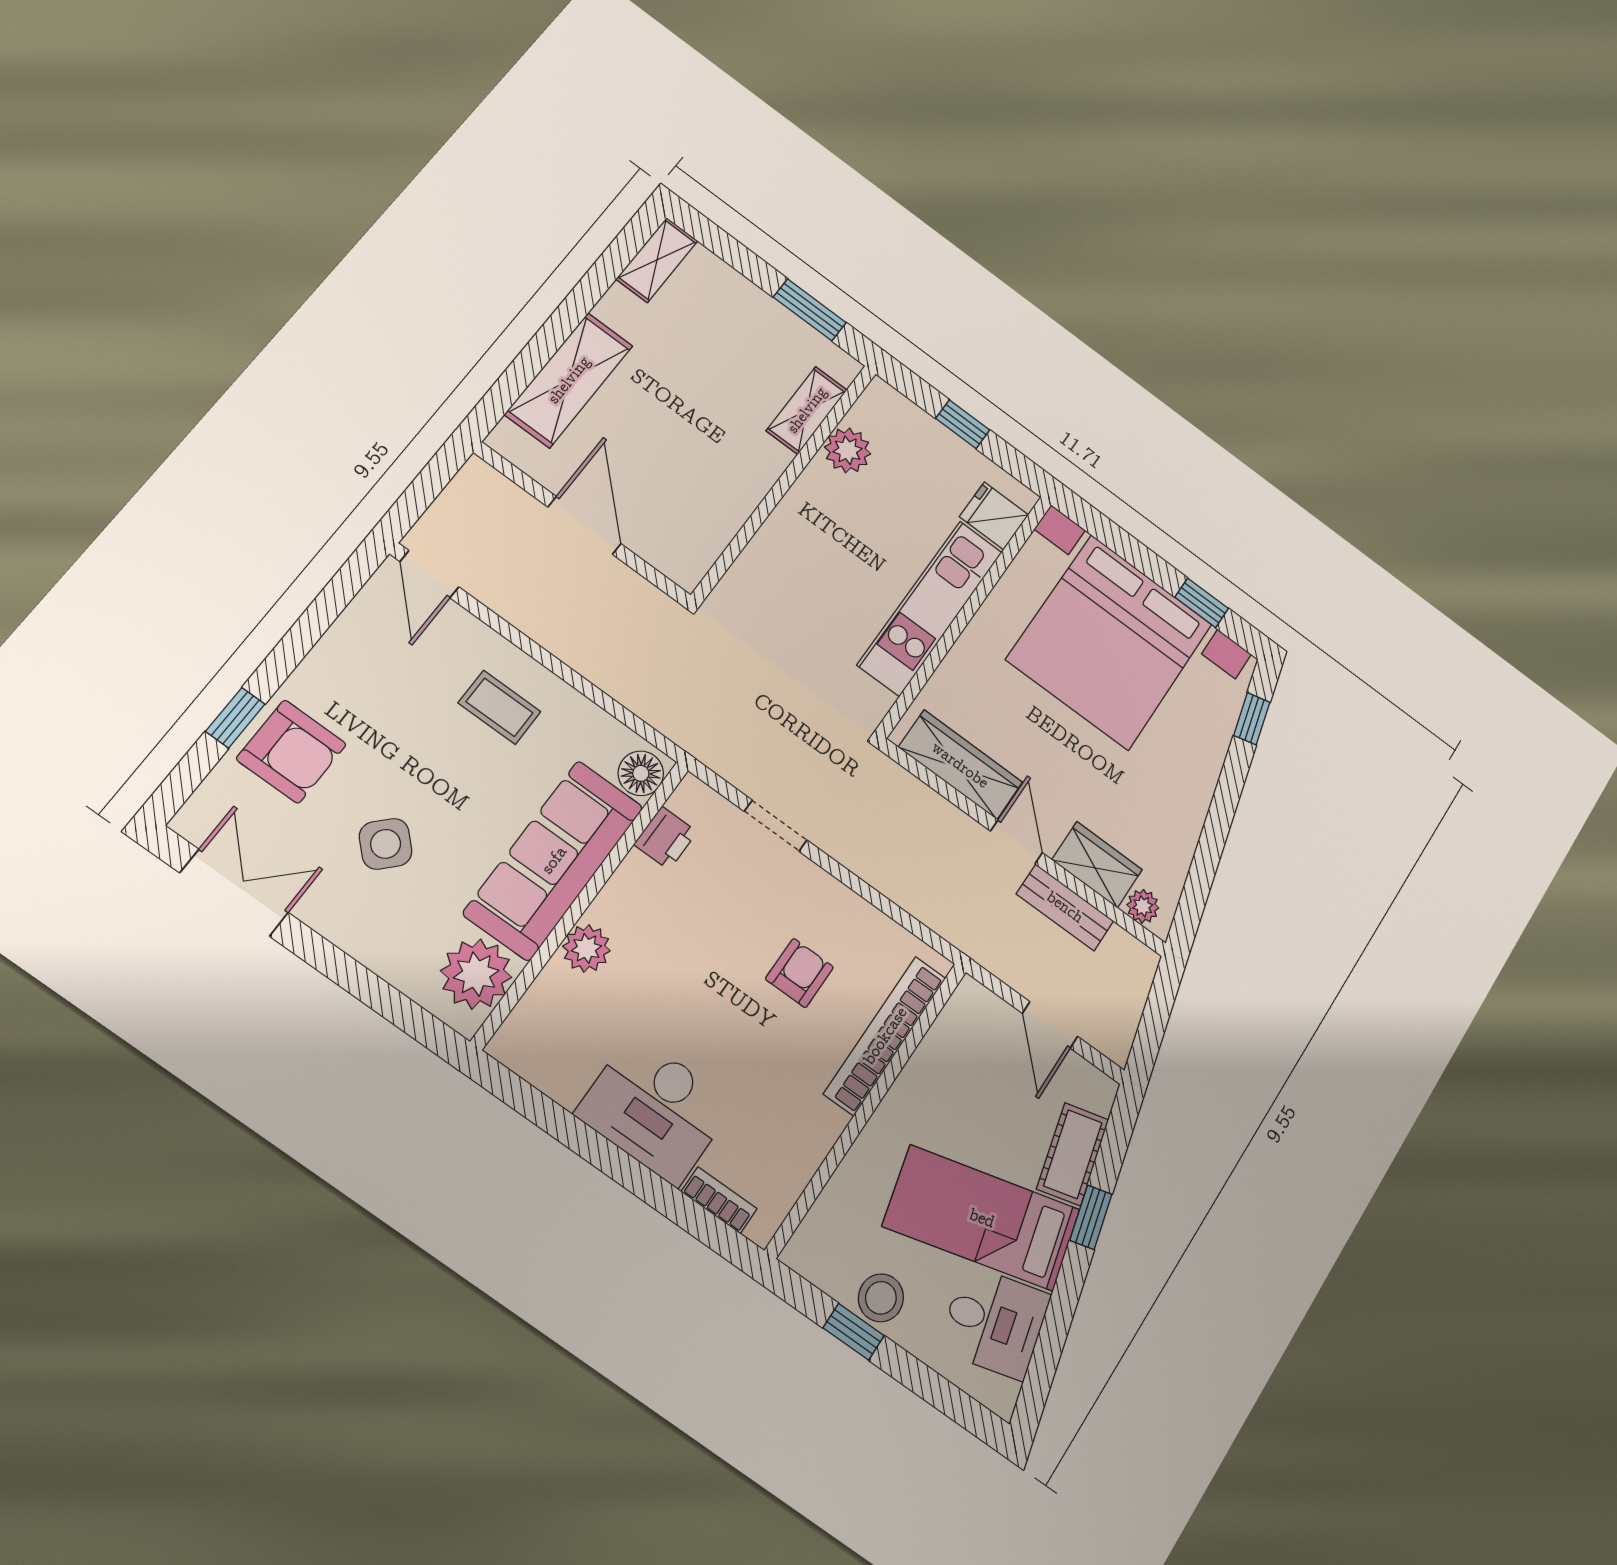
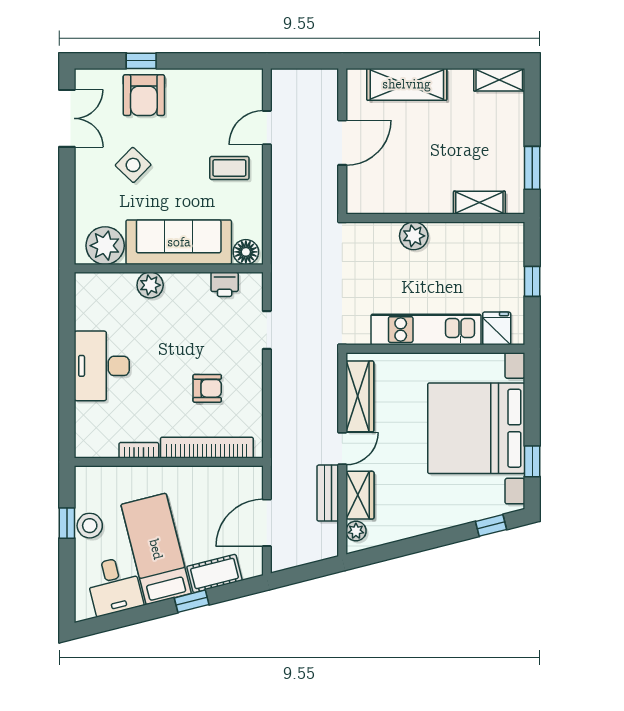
plant: (848, 450) -> (414, 236), moved
door: (429, 574) -> (267, 128), moved
coffee table: (499, 707) -> (229, 168), turned 90
door: (1050, 1025) -> (267, 523), width x1.38
bookcase: (719, 1200) -> (139, 450), moved, turned -90

